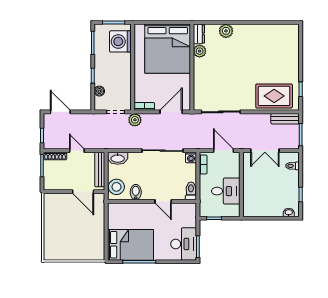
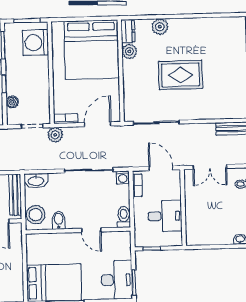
rug: (274, 96) -> (180, 75), moved

